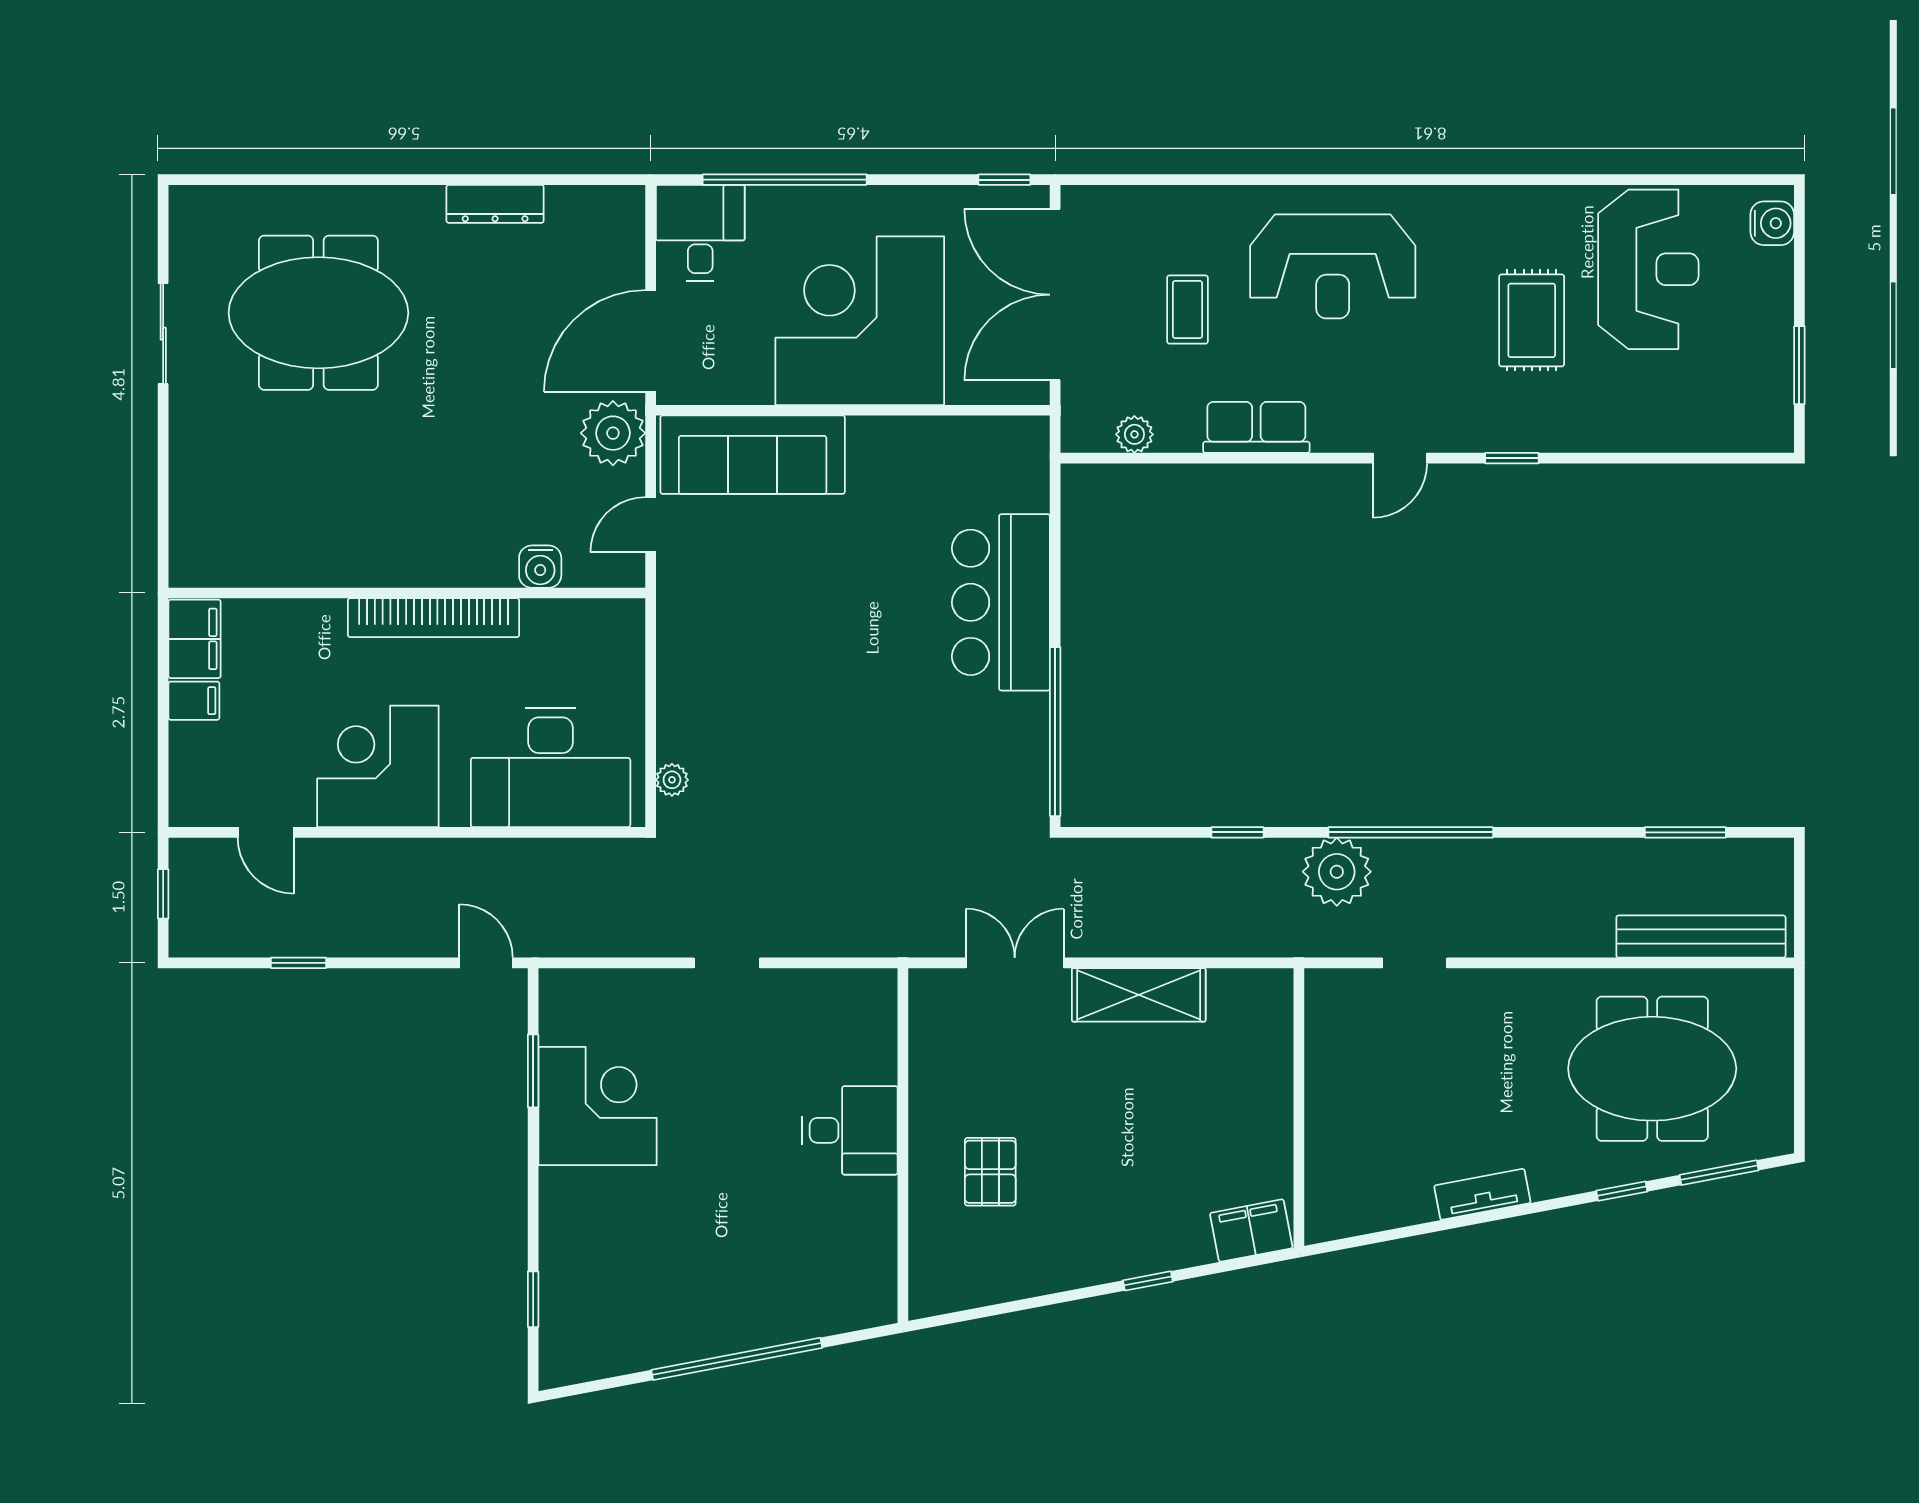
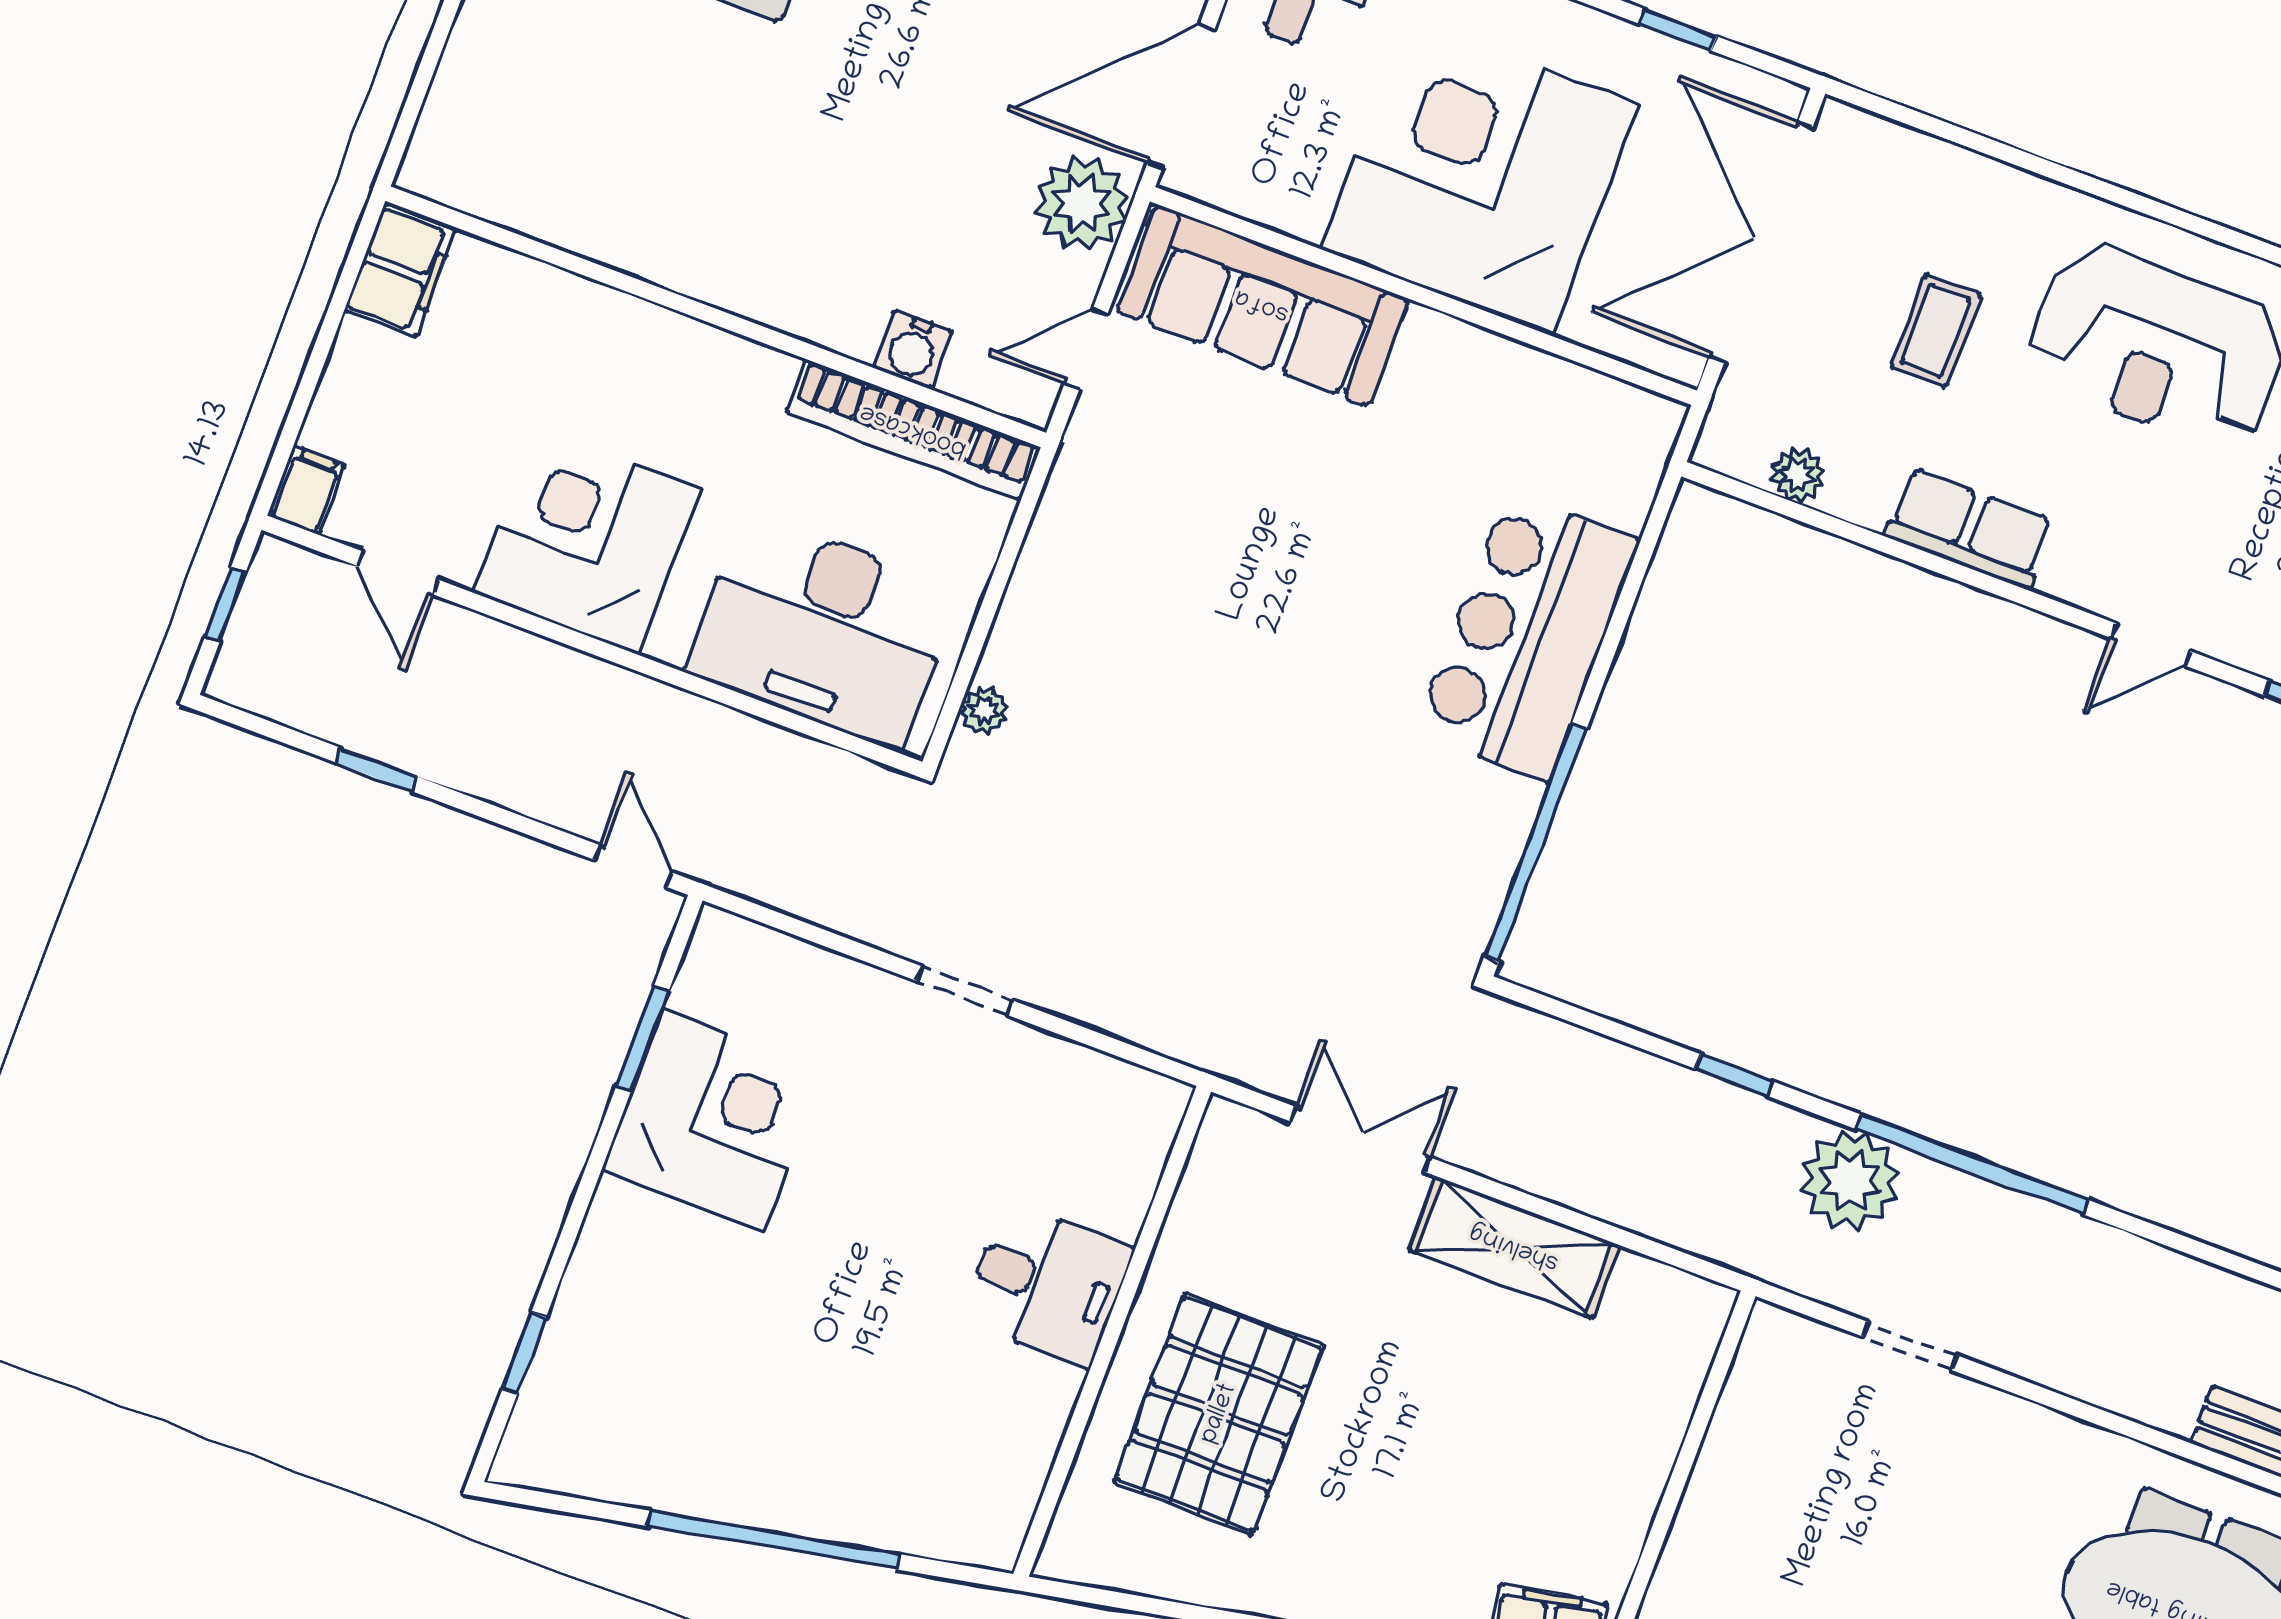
window: (1004, 180) -> (1678, 30), moved
bookcase: (434, 618) -> (913, 430), moved
filing cabinet: (194, 701) -> (306, 490), moved, turned -90
pallet: (990, 1172) -> (1219, 1414), width x2.05, depth x2.00

